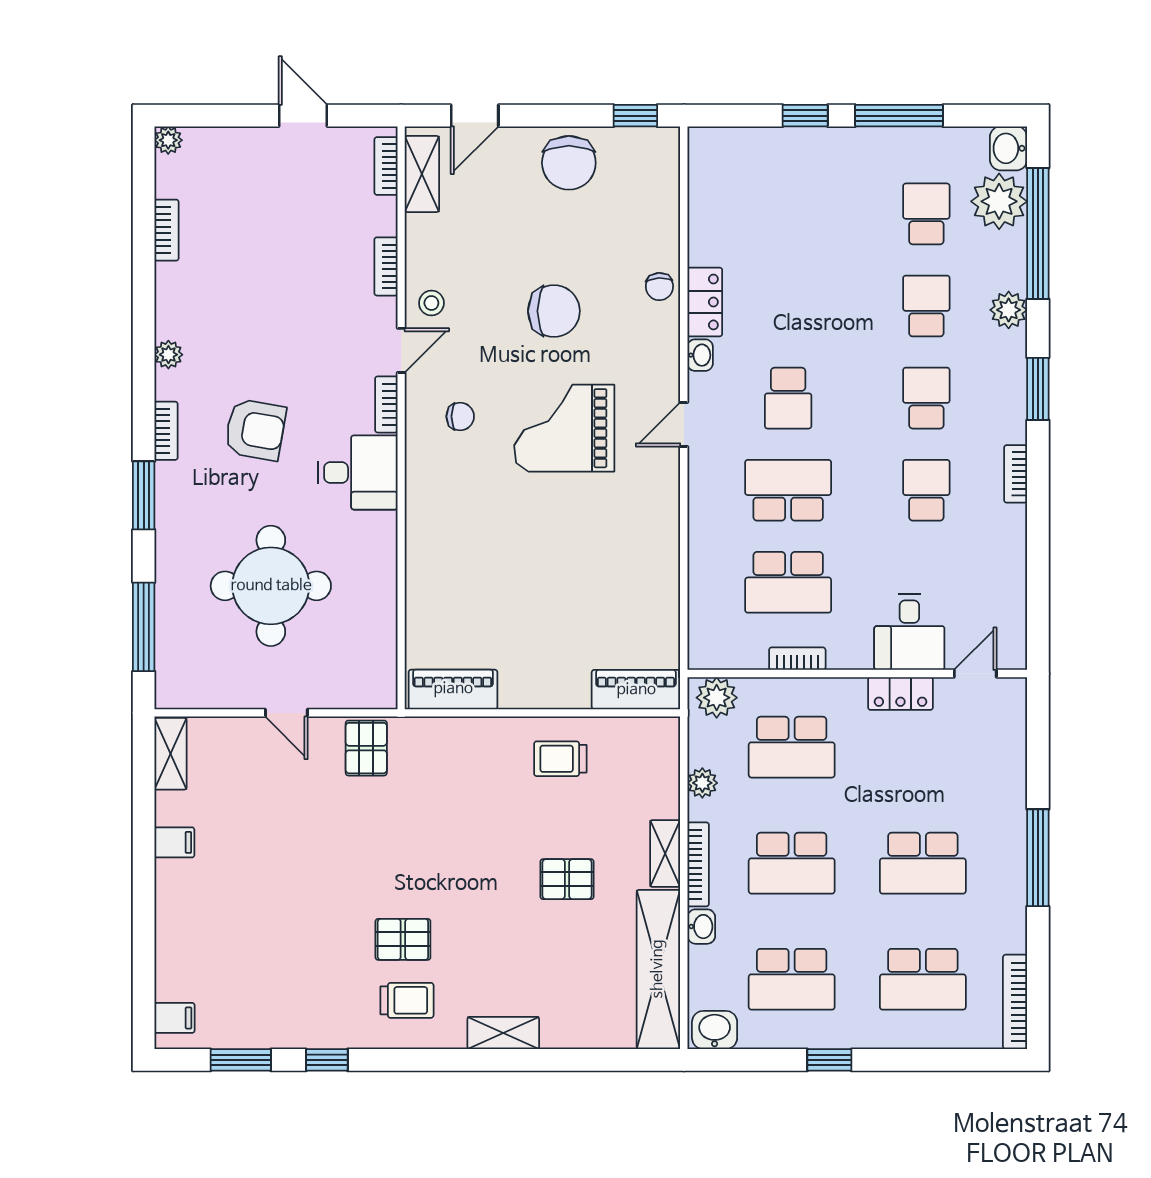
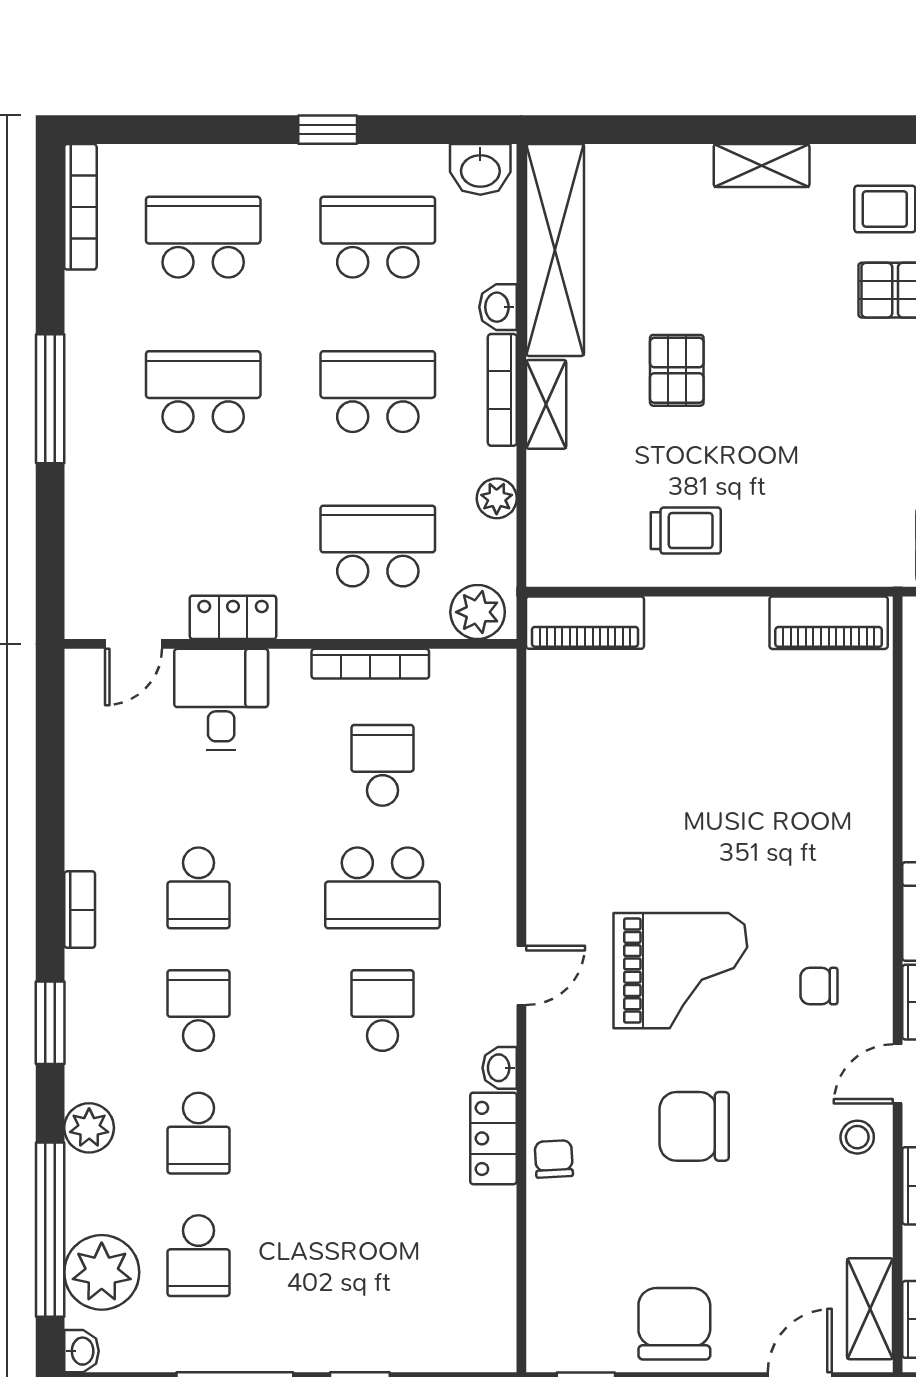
washbasin: (1008, 148) -> (82, 1351), width x0.72, depth x0.69
school desk: (926, 398) -> (198, 1010), turned 180
school desk: (788, 582) -> (382, 765), width x0.54
bookcase: (797, 659) -> (370, 664), width x1.56
pallet: (567, 879) -> (677, 370), turned 90

